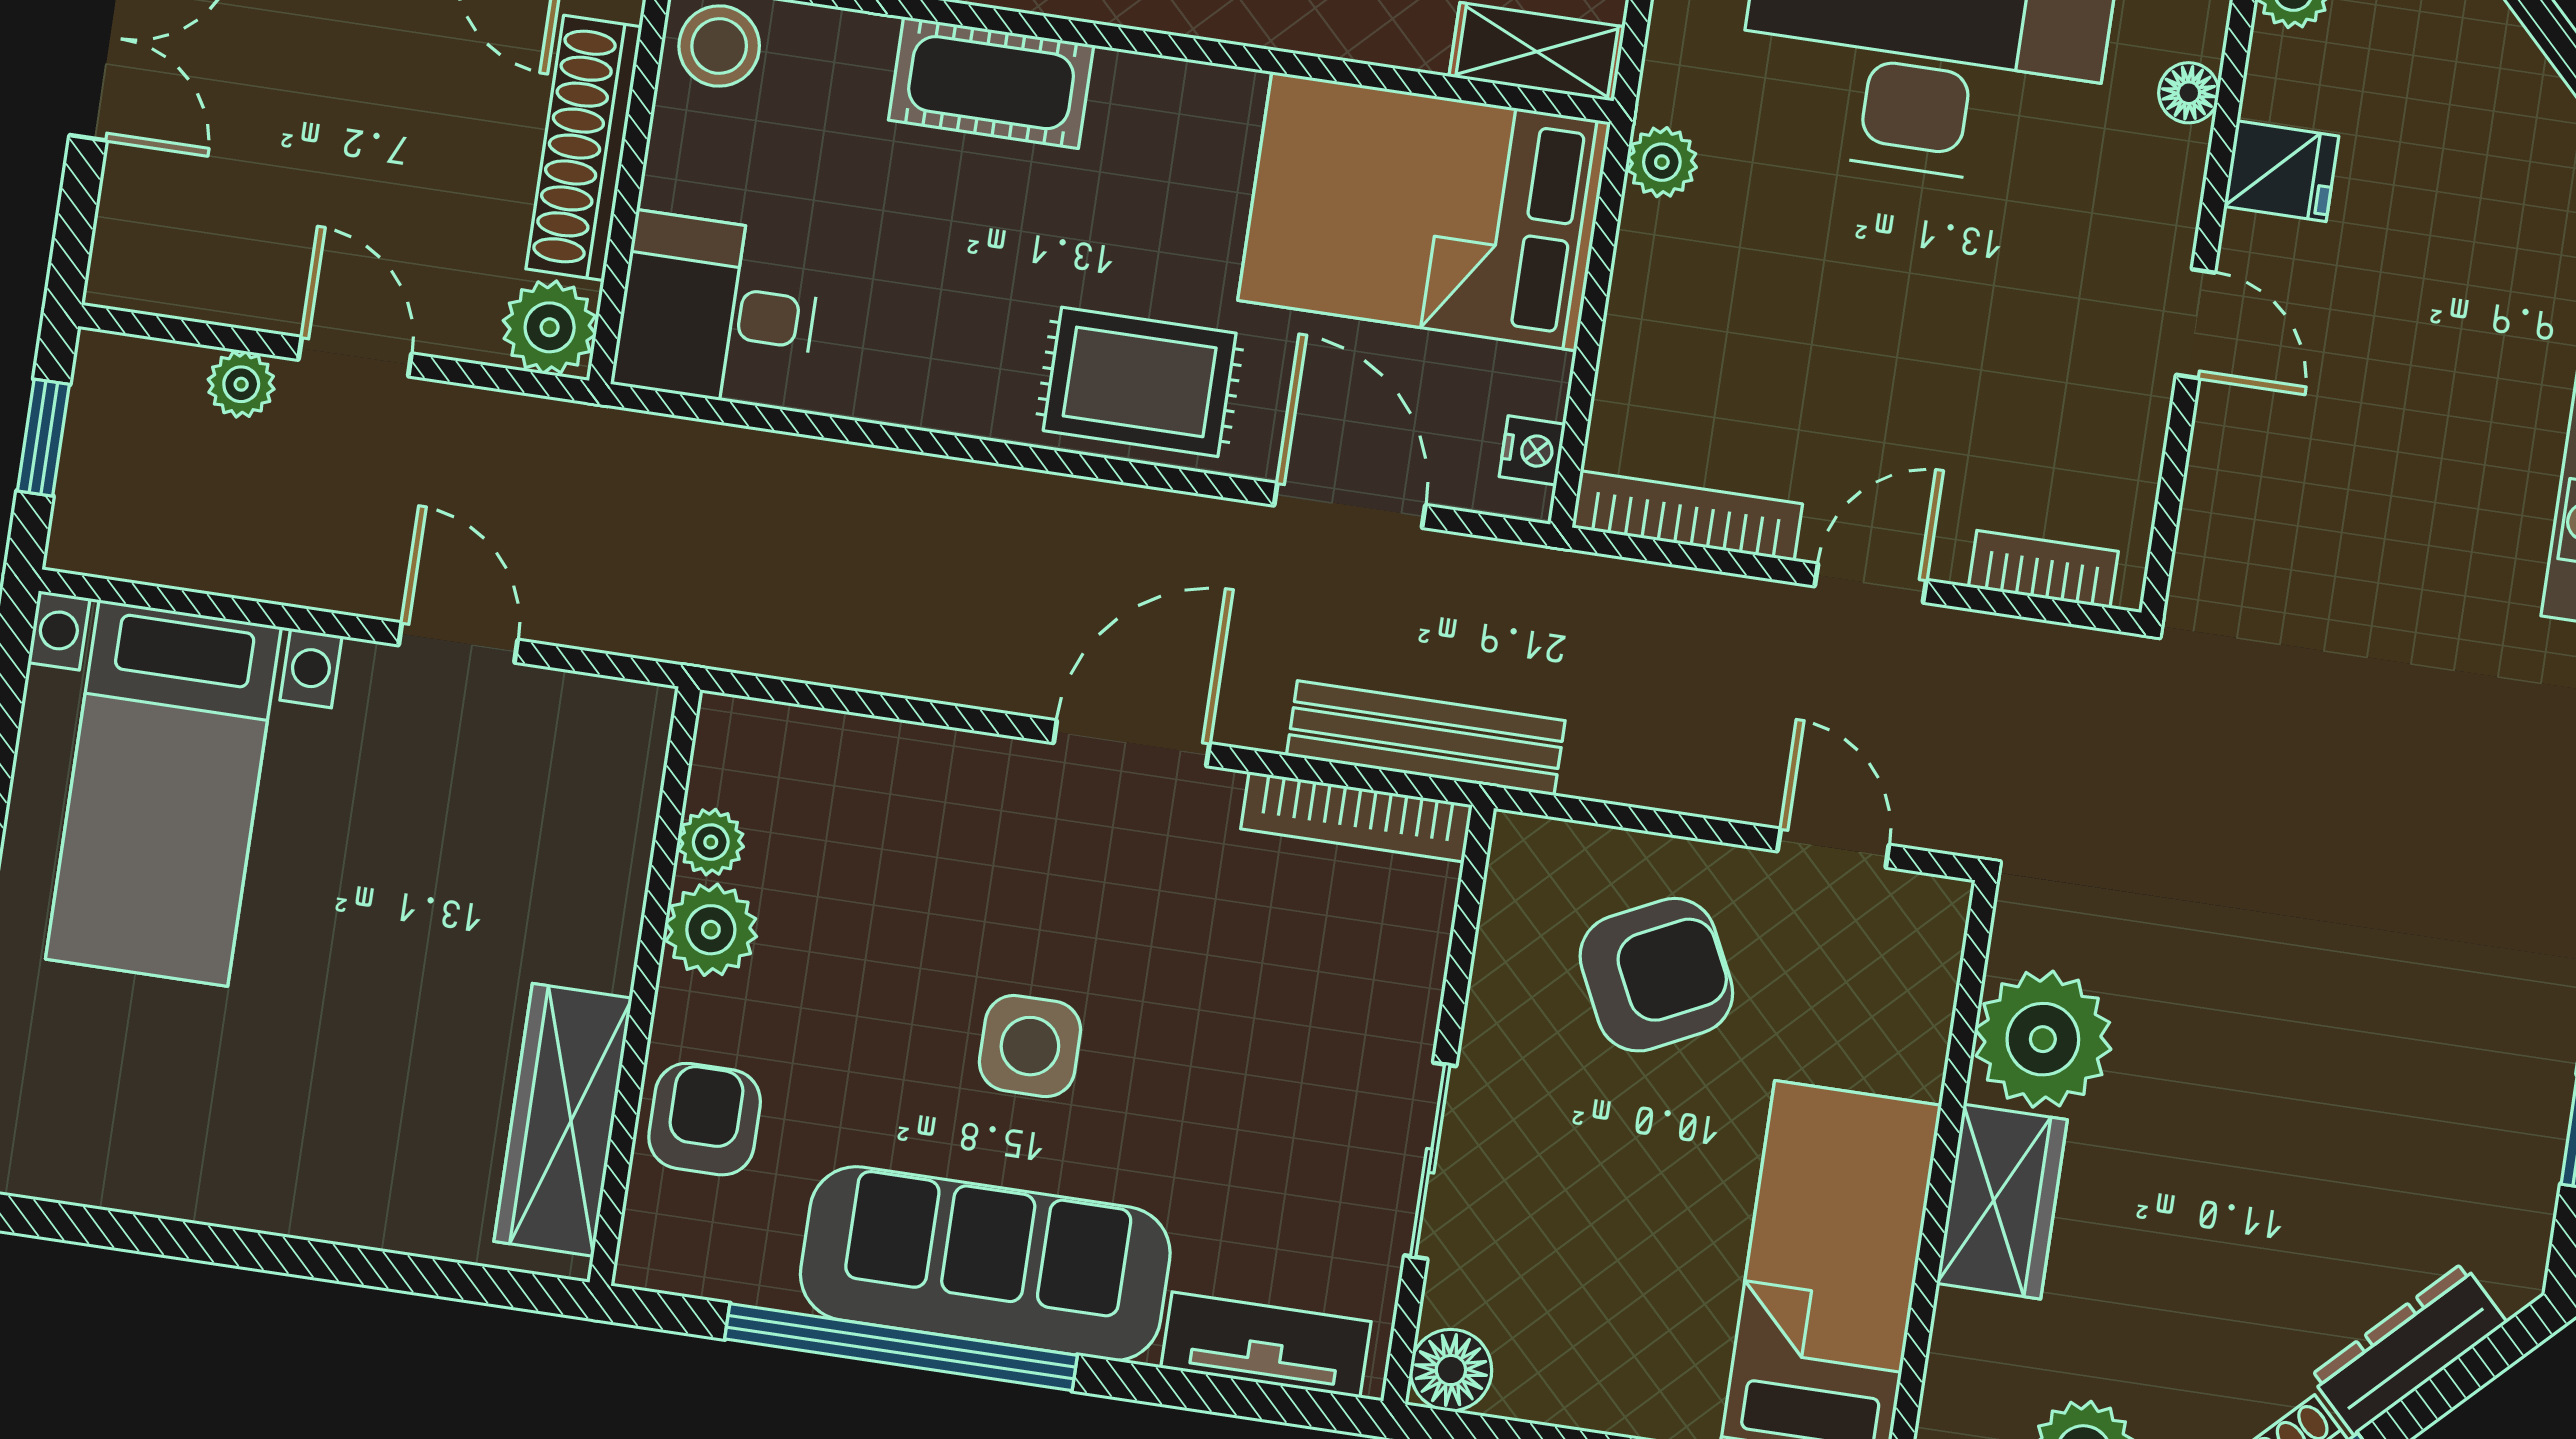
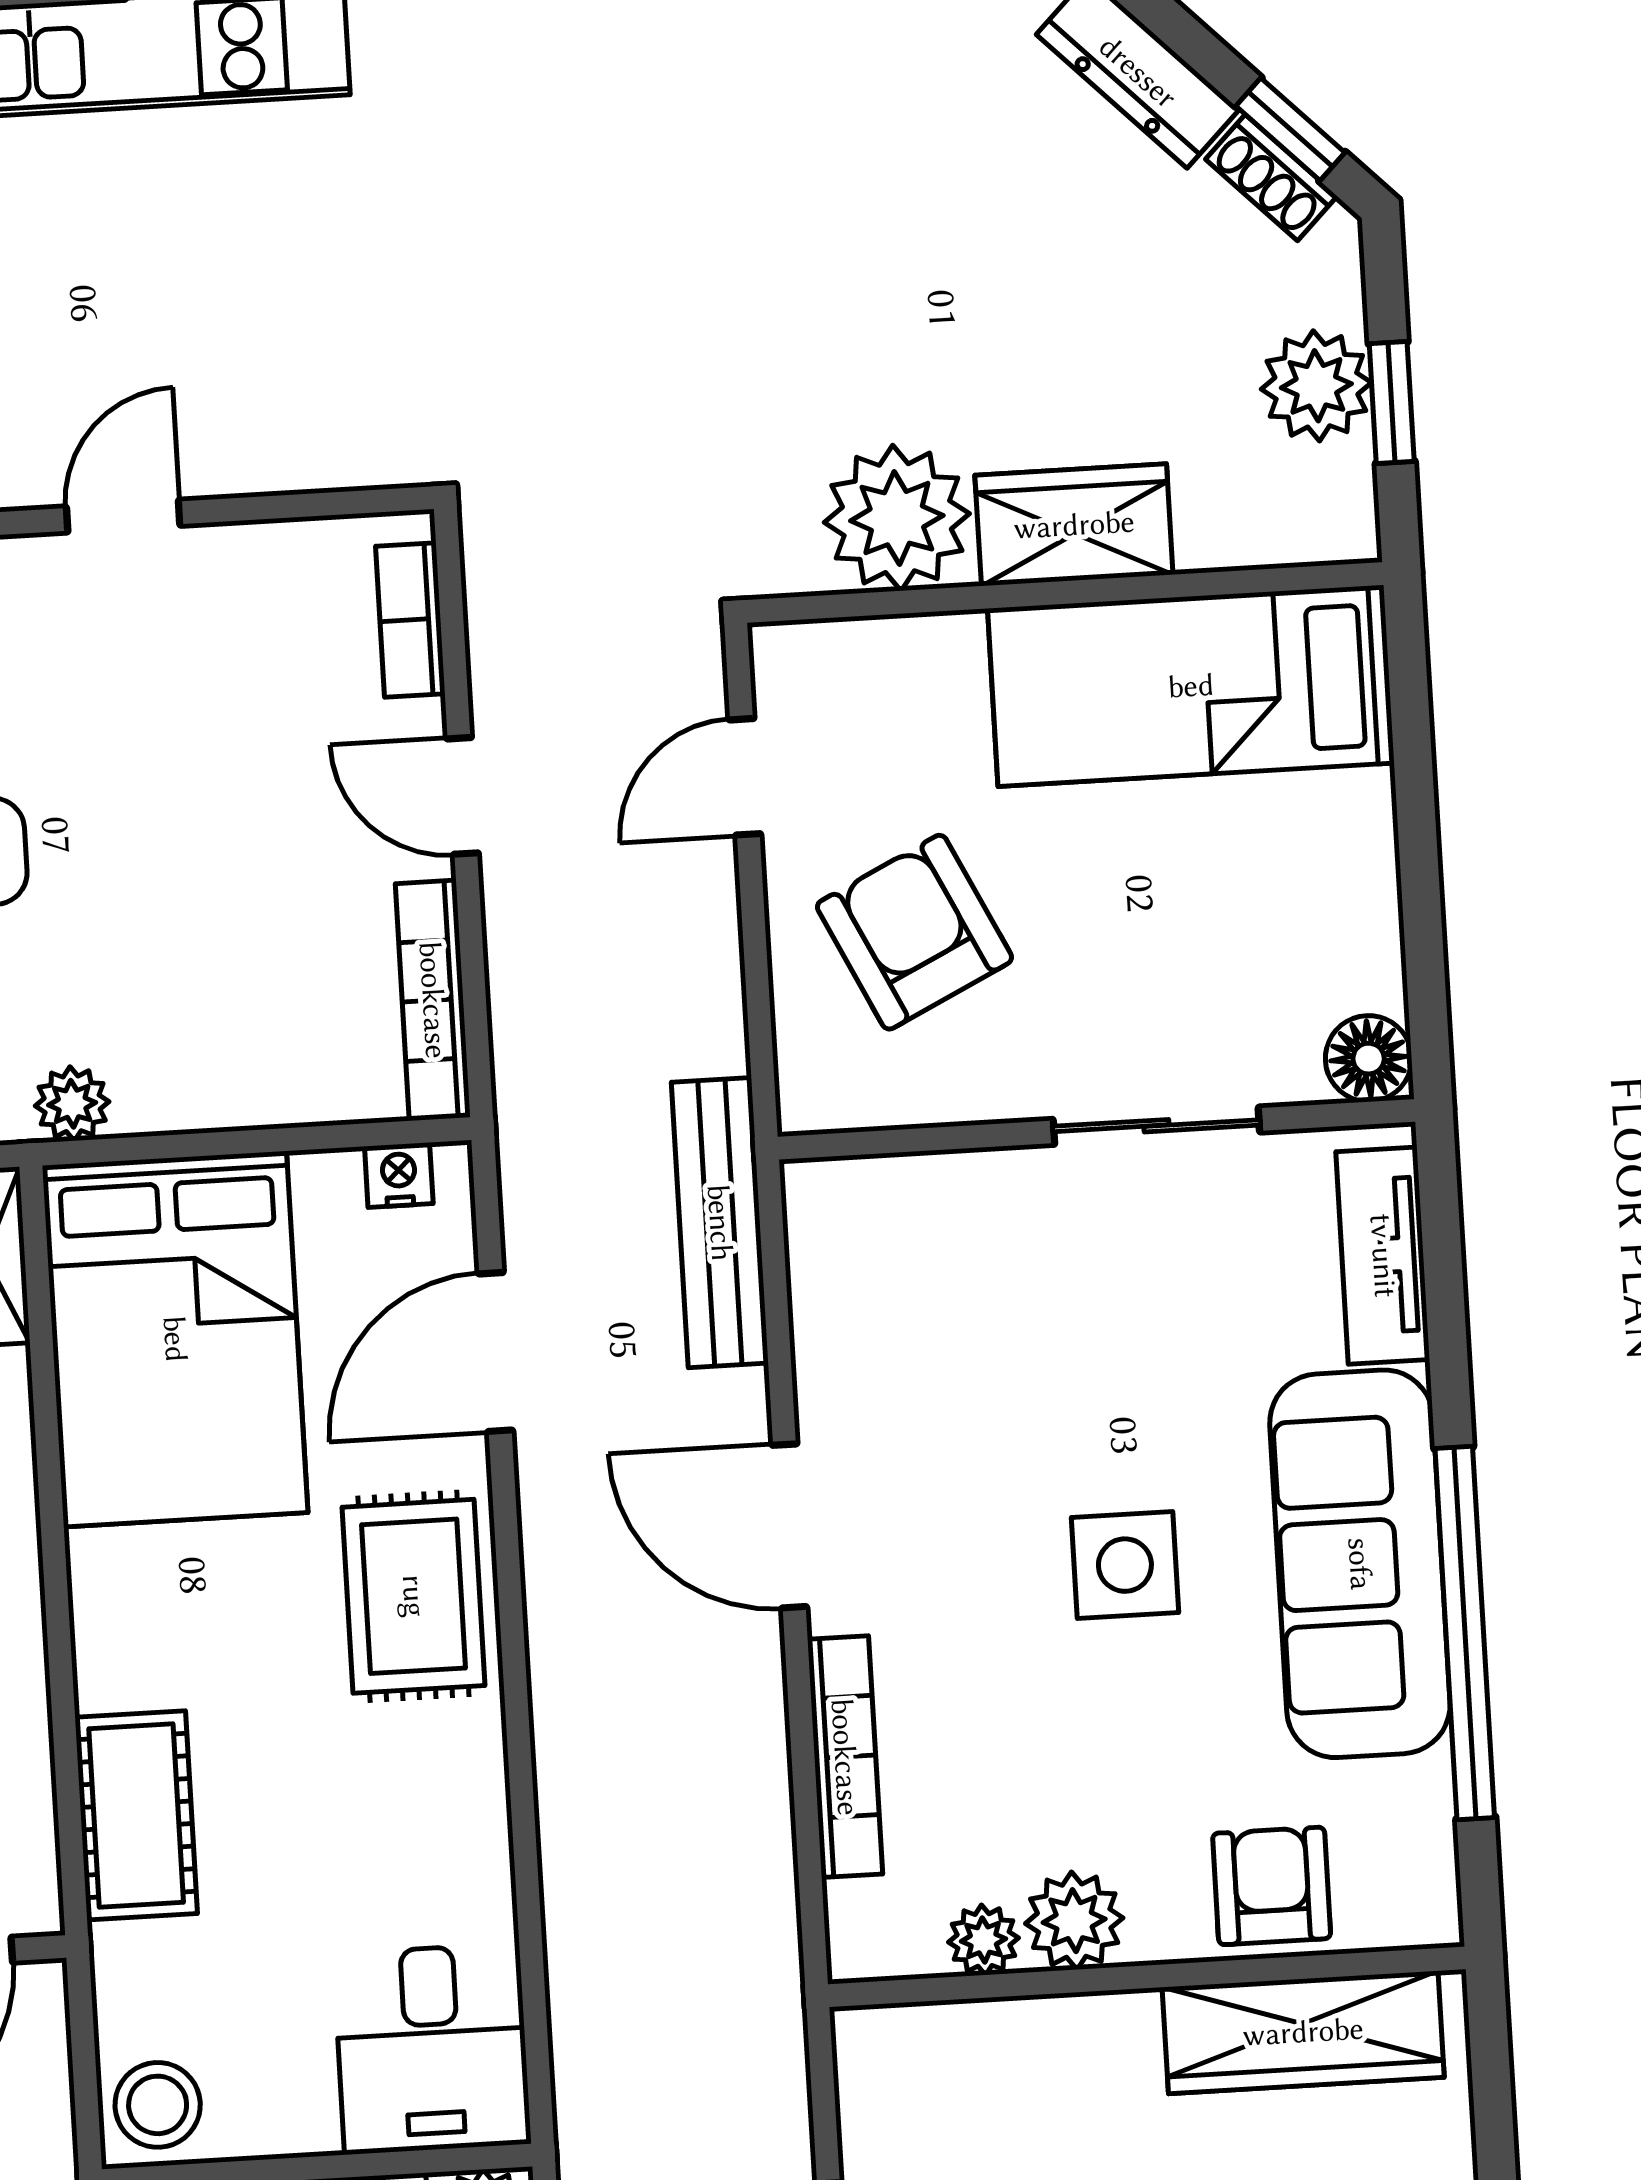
bookcase: (1357, 817) -> (845, 1757), moved
armchair: (705, 1119) -> (1272, 1886), turned 90

